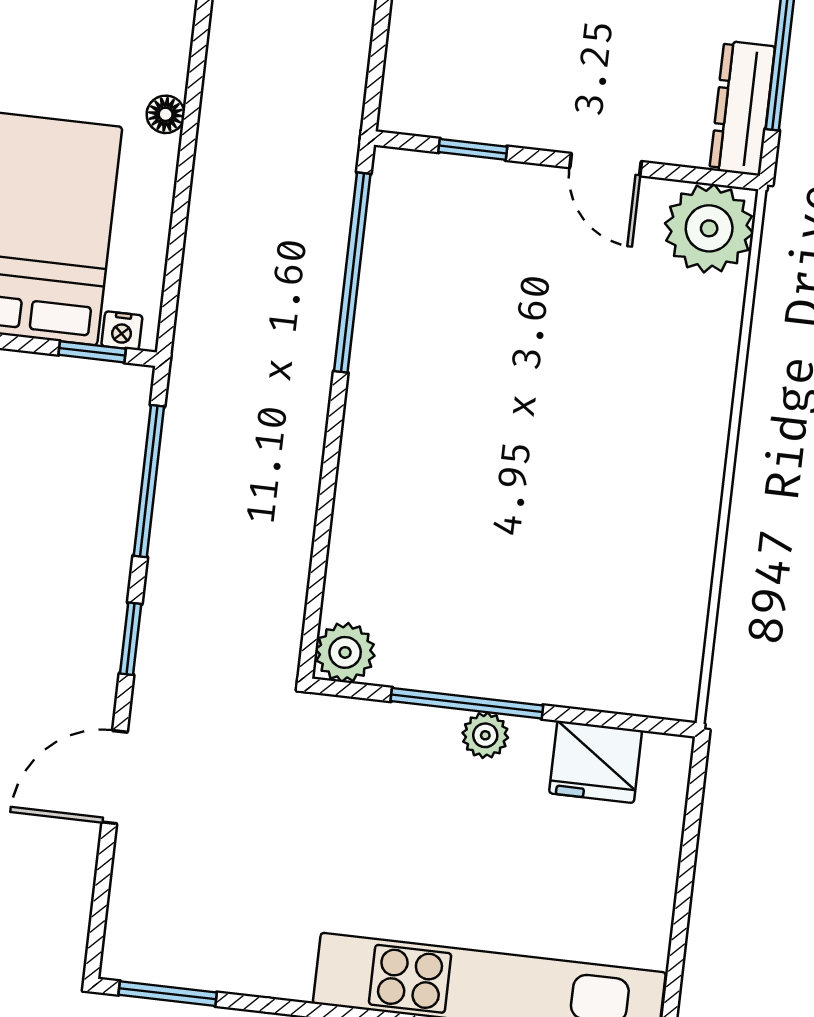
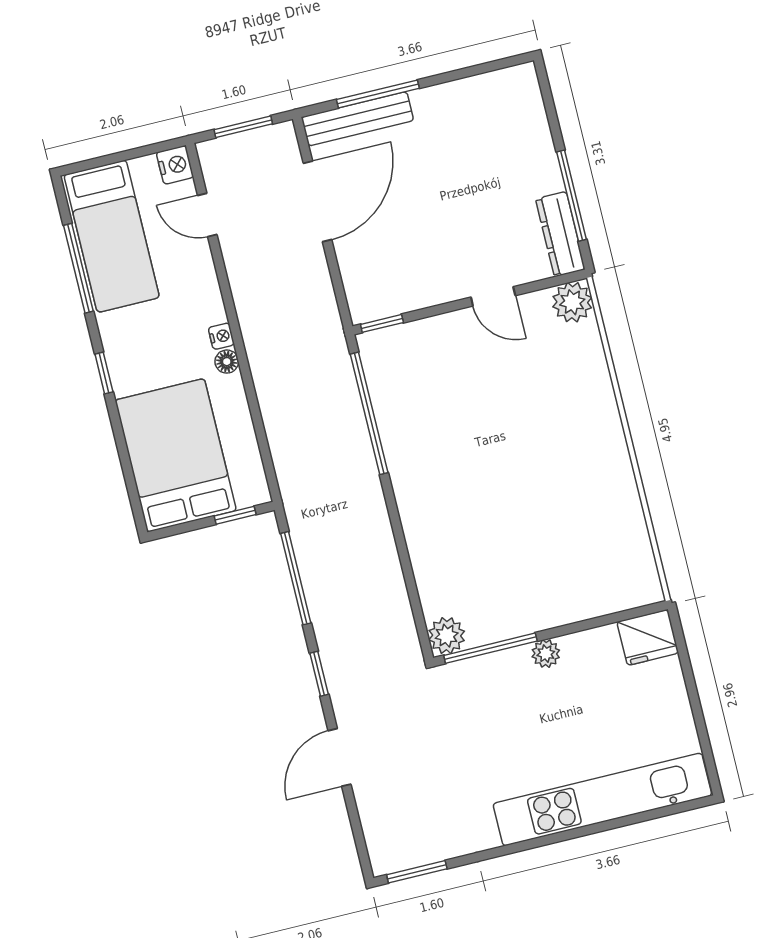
window: (473, 149) -> (382, 323), moved
plant: (709, 228) -> (572, 302), width x0.73, depth x0.73
nightstand: (122, 331) -> (221, 336), moved, turned -90
window: (467, 703) -> (490, 648), moved
fridge: (596, 762) -> (648, 637), moved

